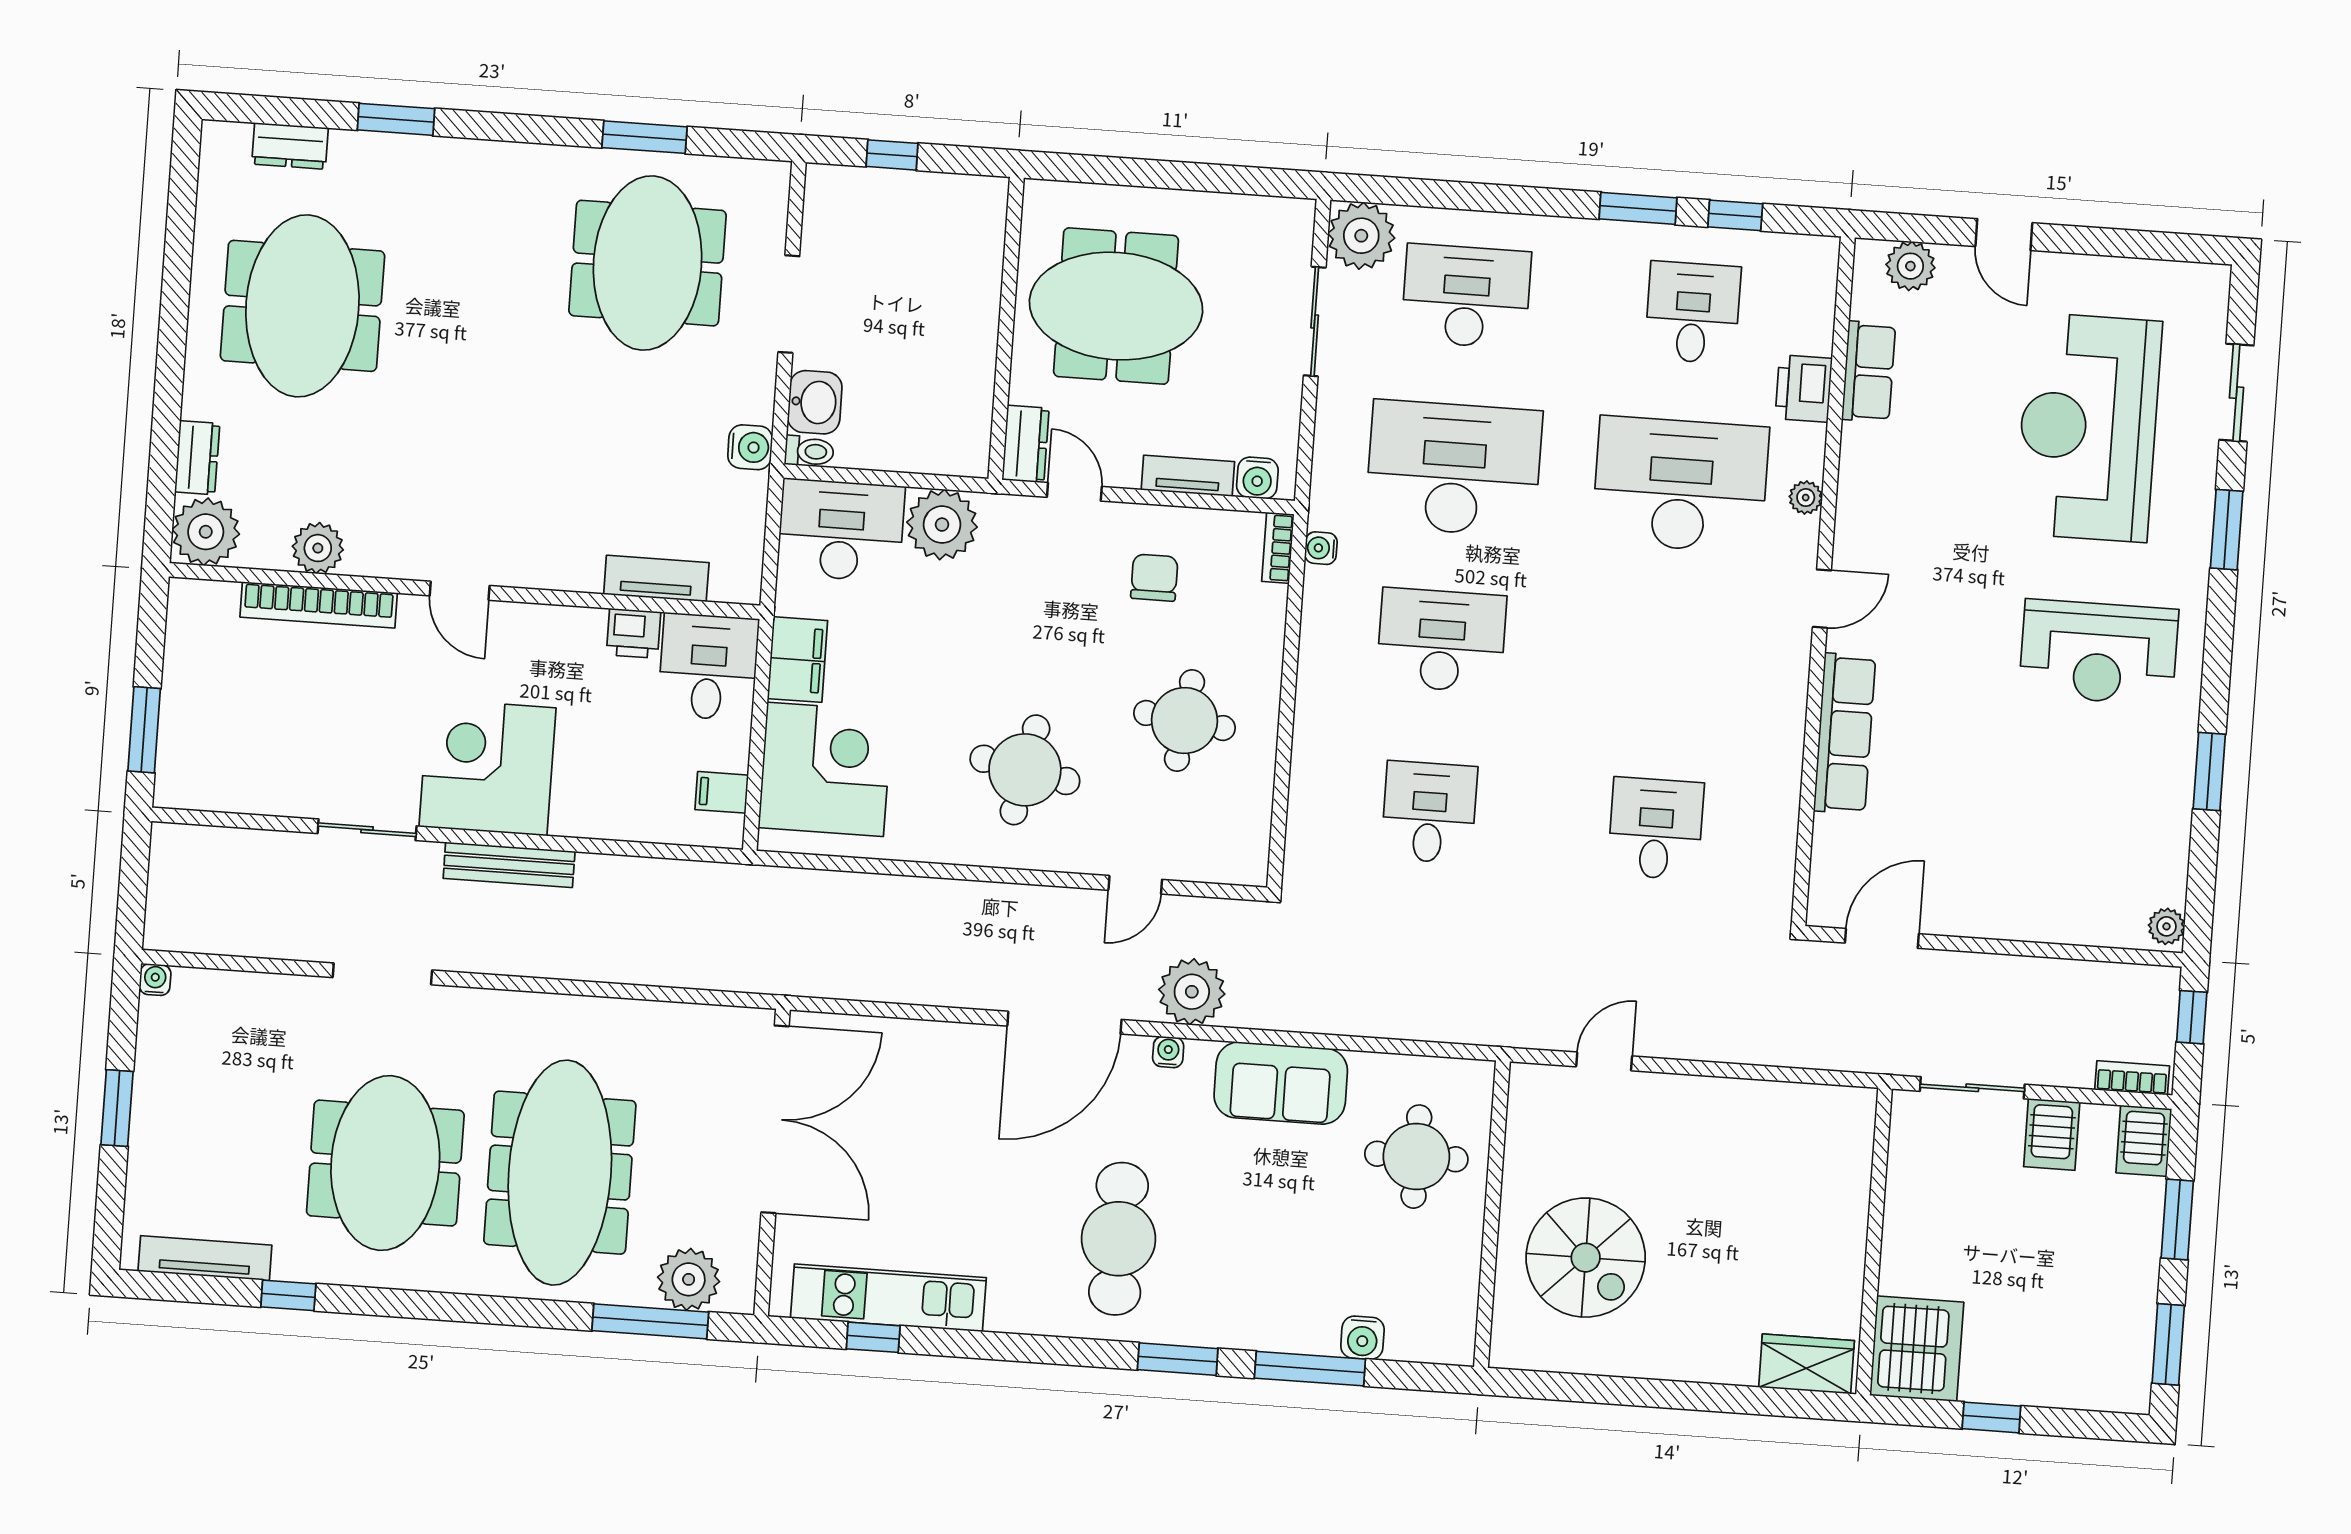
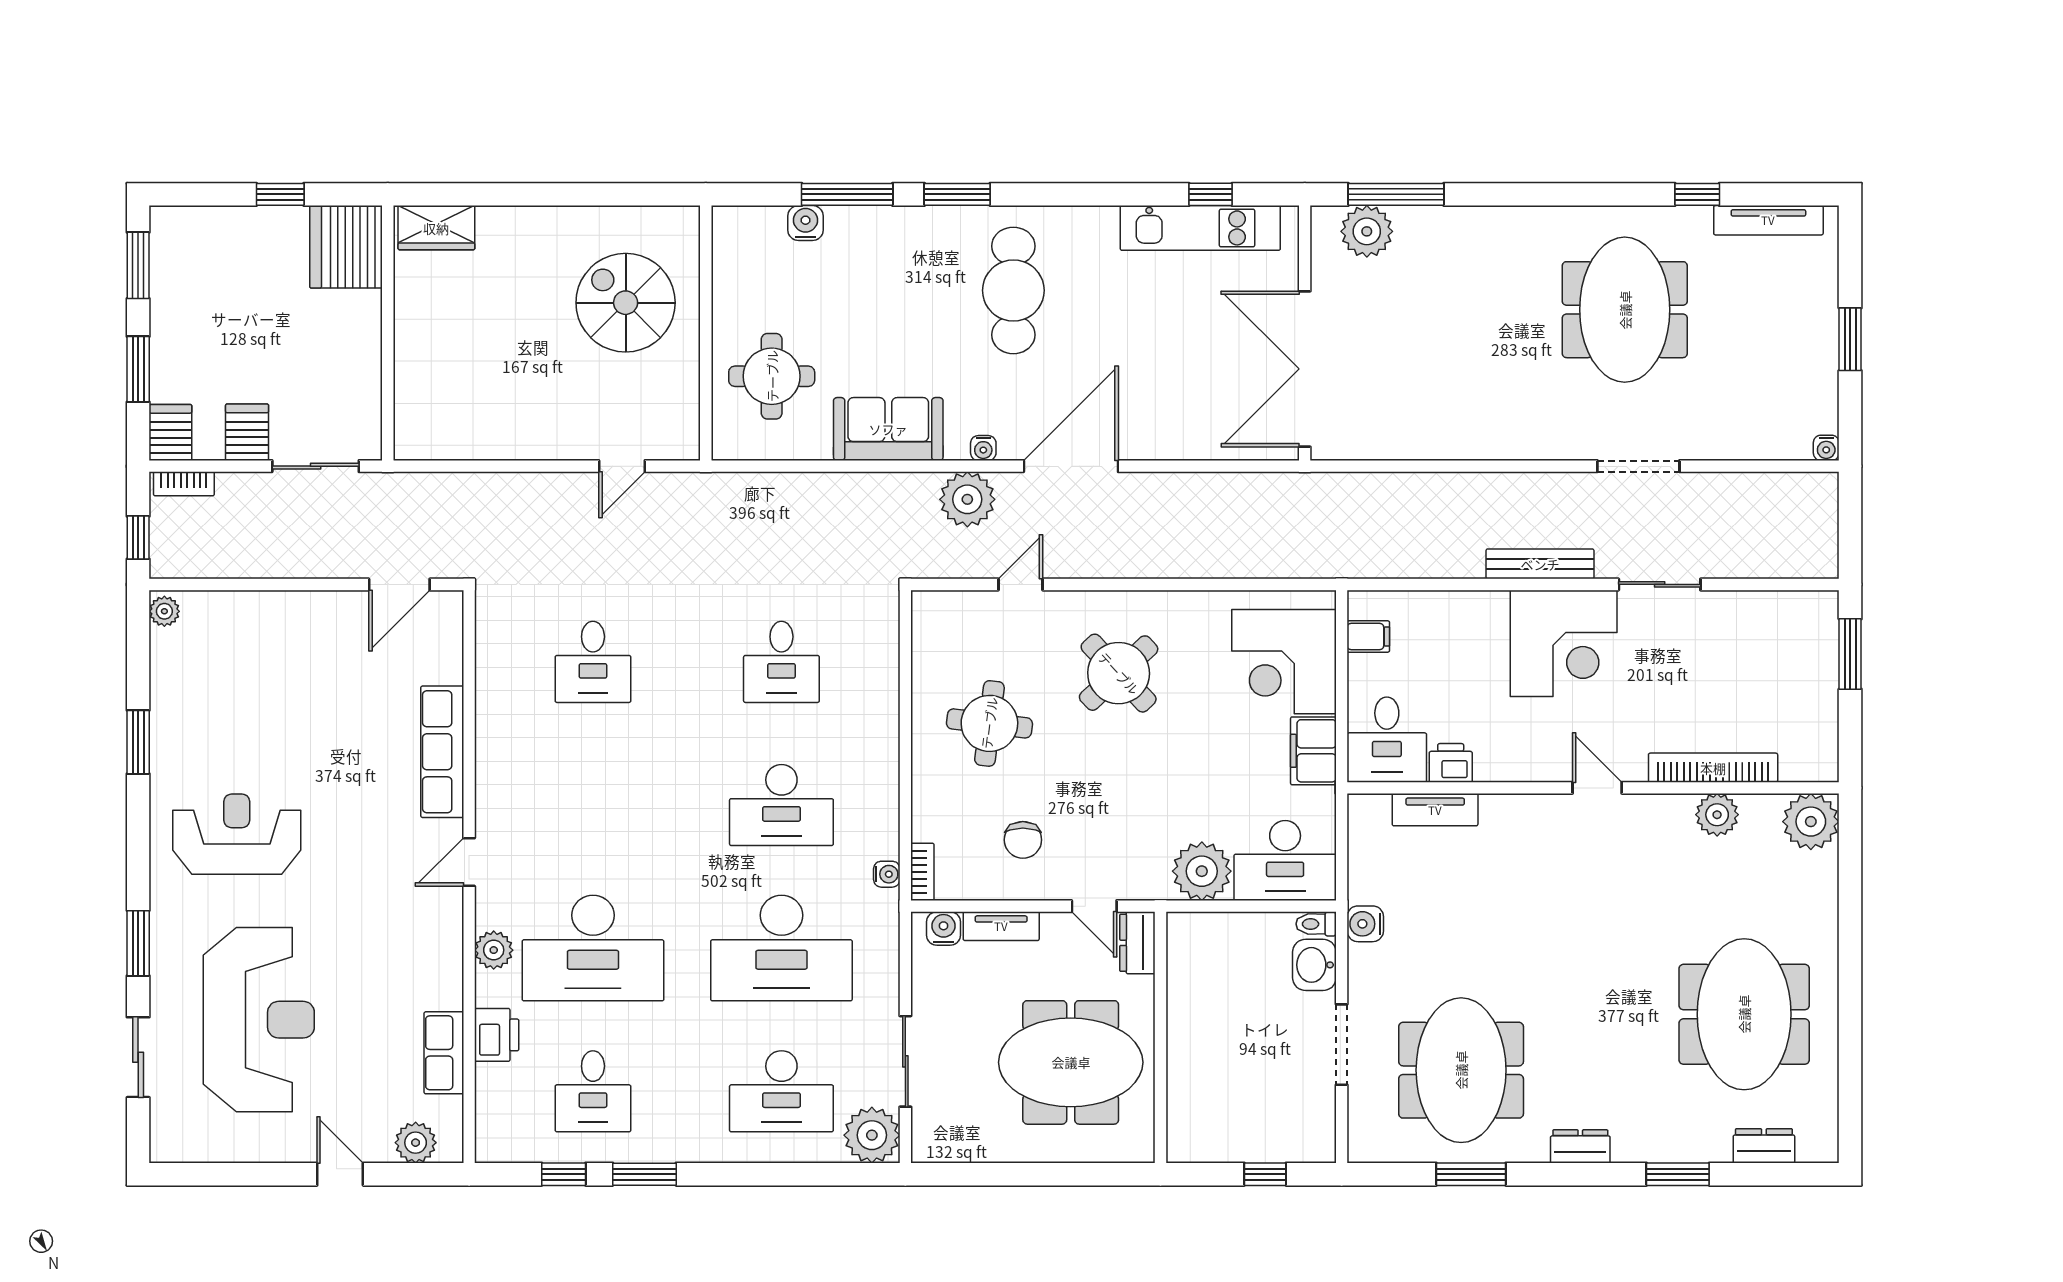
dresser: (197, 458) -> (1580, 1146), moved, turned 90
plant: (1806, 498) -> (494, 950), width x1.38, depth x1.38
round table: (1025, 770) -> (1119, 673), turned 36
meeting table: (560, 1173) -> (1480, 312), removed

